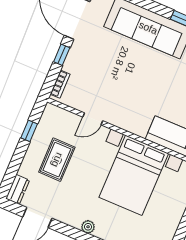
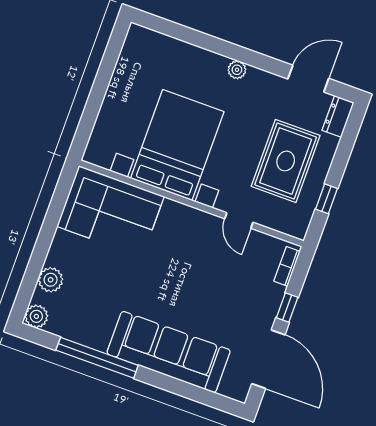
door: (93, 119) -> (239, 221), swing flipped
rug: (57, 160) -> (286, 161), width x1.36, depth x1.43

